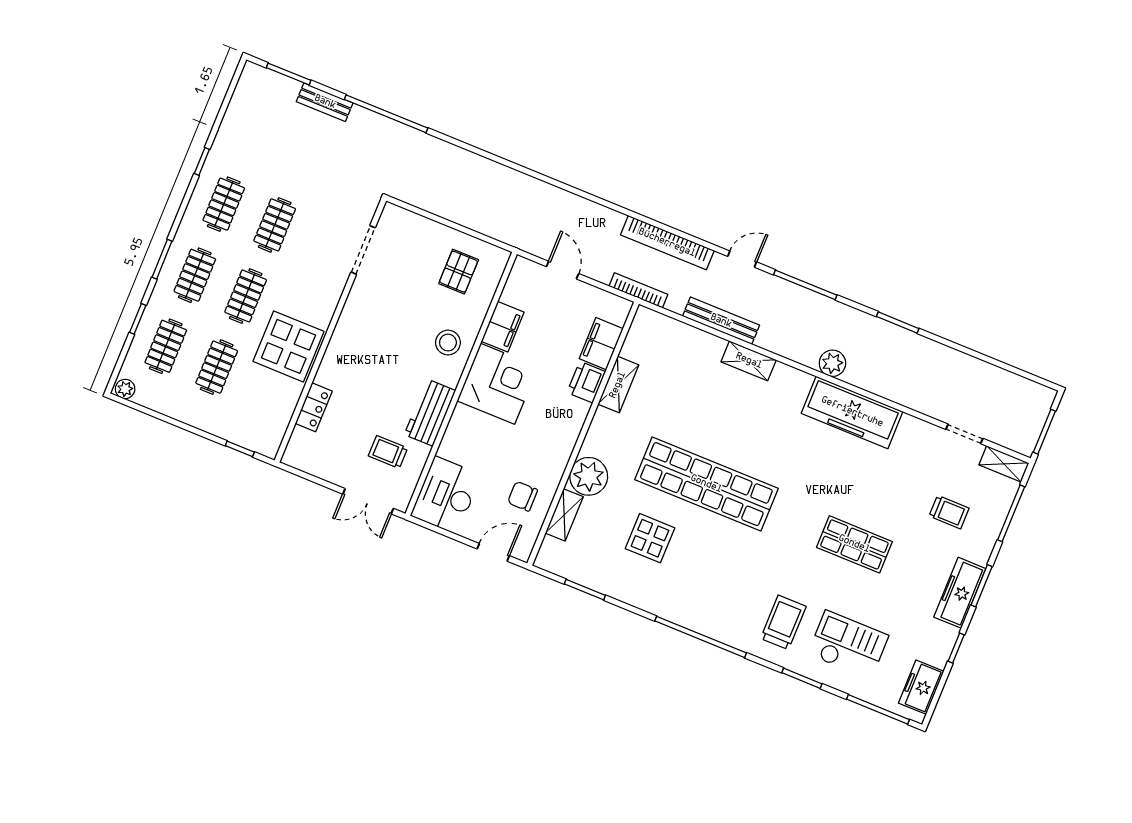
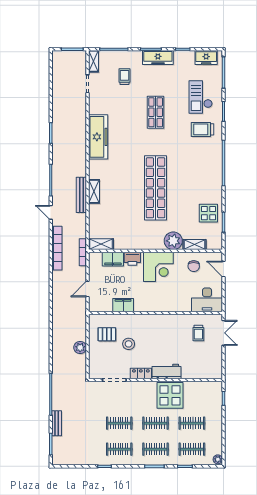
bench: (721, 321) -> (81, 195), moved
stool: (448, 343) -> (129, 344), moved
plant: (832, 363) -> (80, 348), moved
corner desk: (498, 384) -> (158, 267), moved, turned 180
shelving: (618, 385) -> (101, 244), moved
locker: (314, 407) -> (141, 374), moved
workbench: (430, 413) -> (166, 371), moved, turned 180
display table: (650, 538) -> (208, 213), moved

